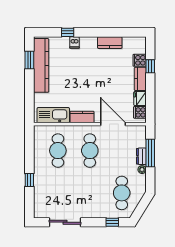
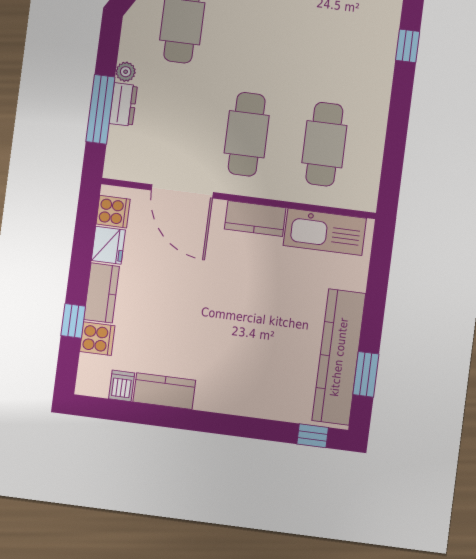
window: (68, 32) -> (313, 436), moved
dishwasher: (74, 42) -> (122, 386), moved
window: (29, 180) -> (408, 46), moved

